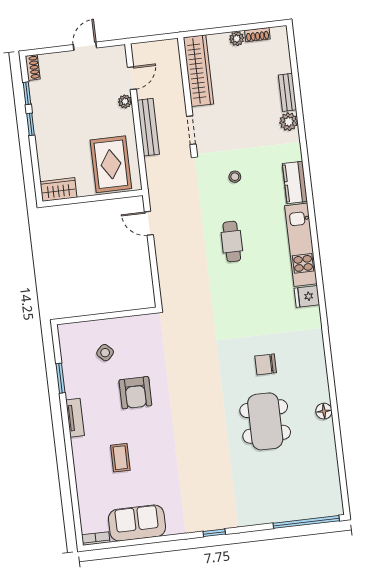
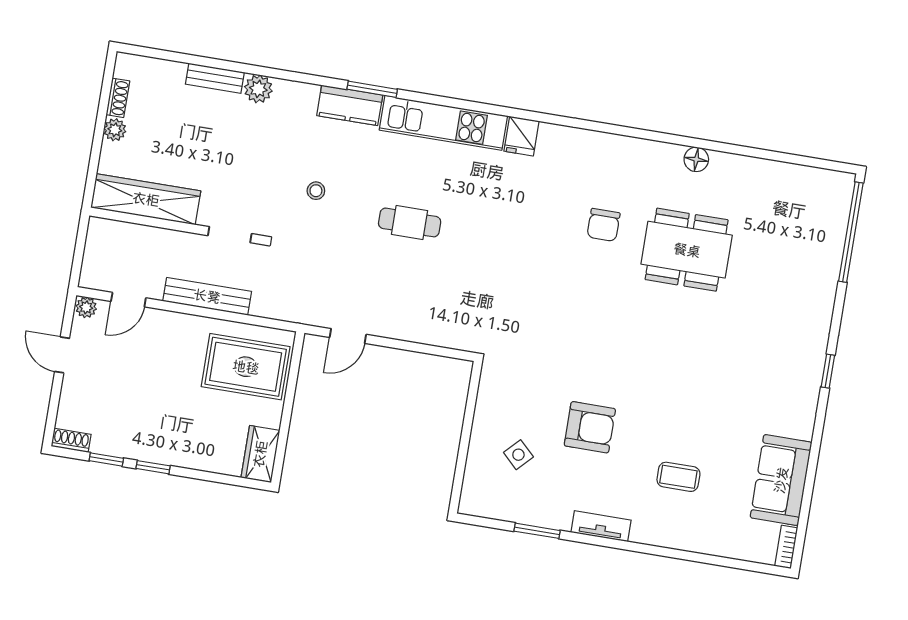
door: (132, 78) -> (128, 300), swing flipped
plant: (125, 101) -> (86, 307), moved
window: (309, 194) -> (372, 89), added

